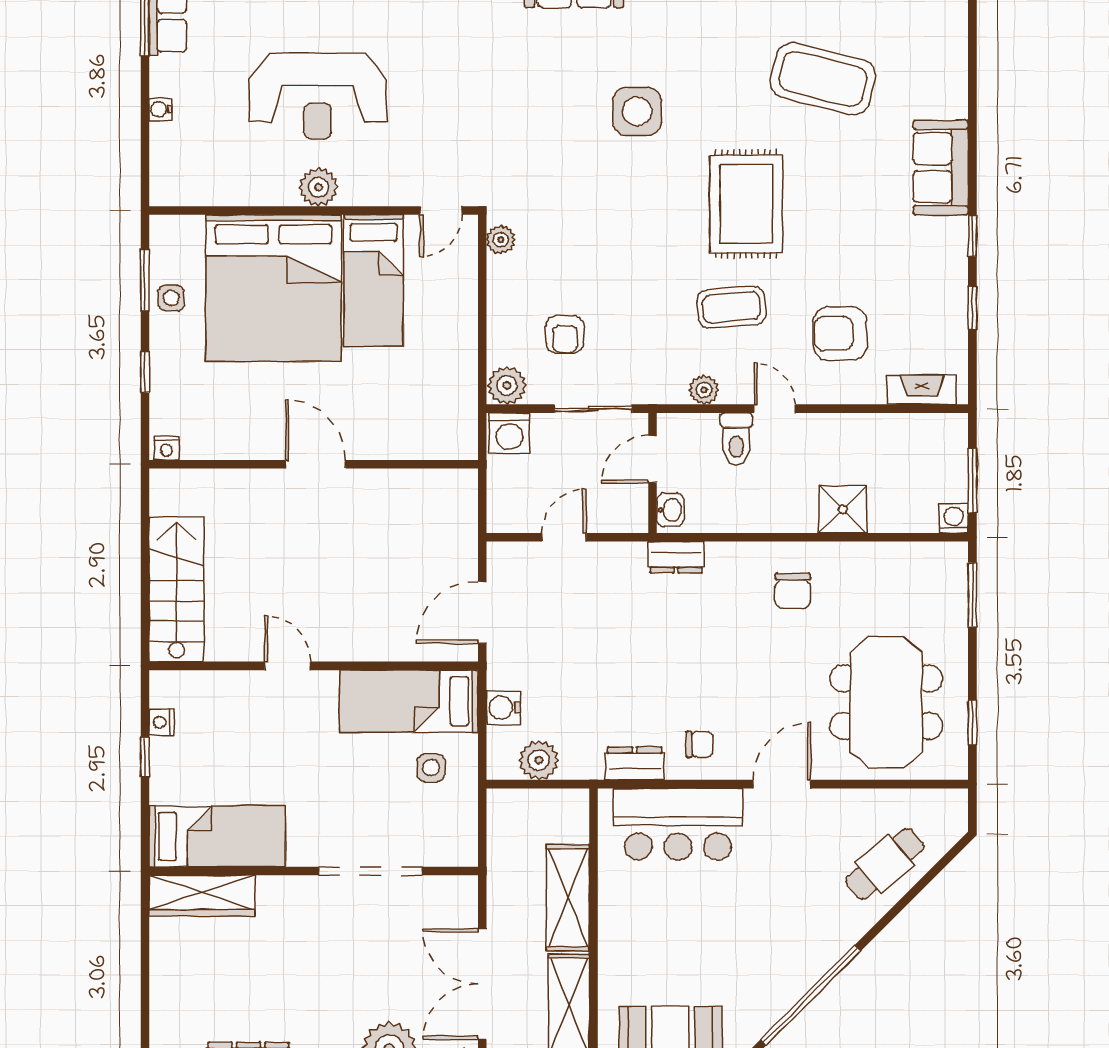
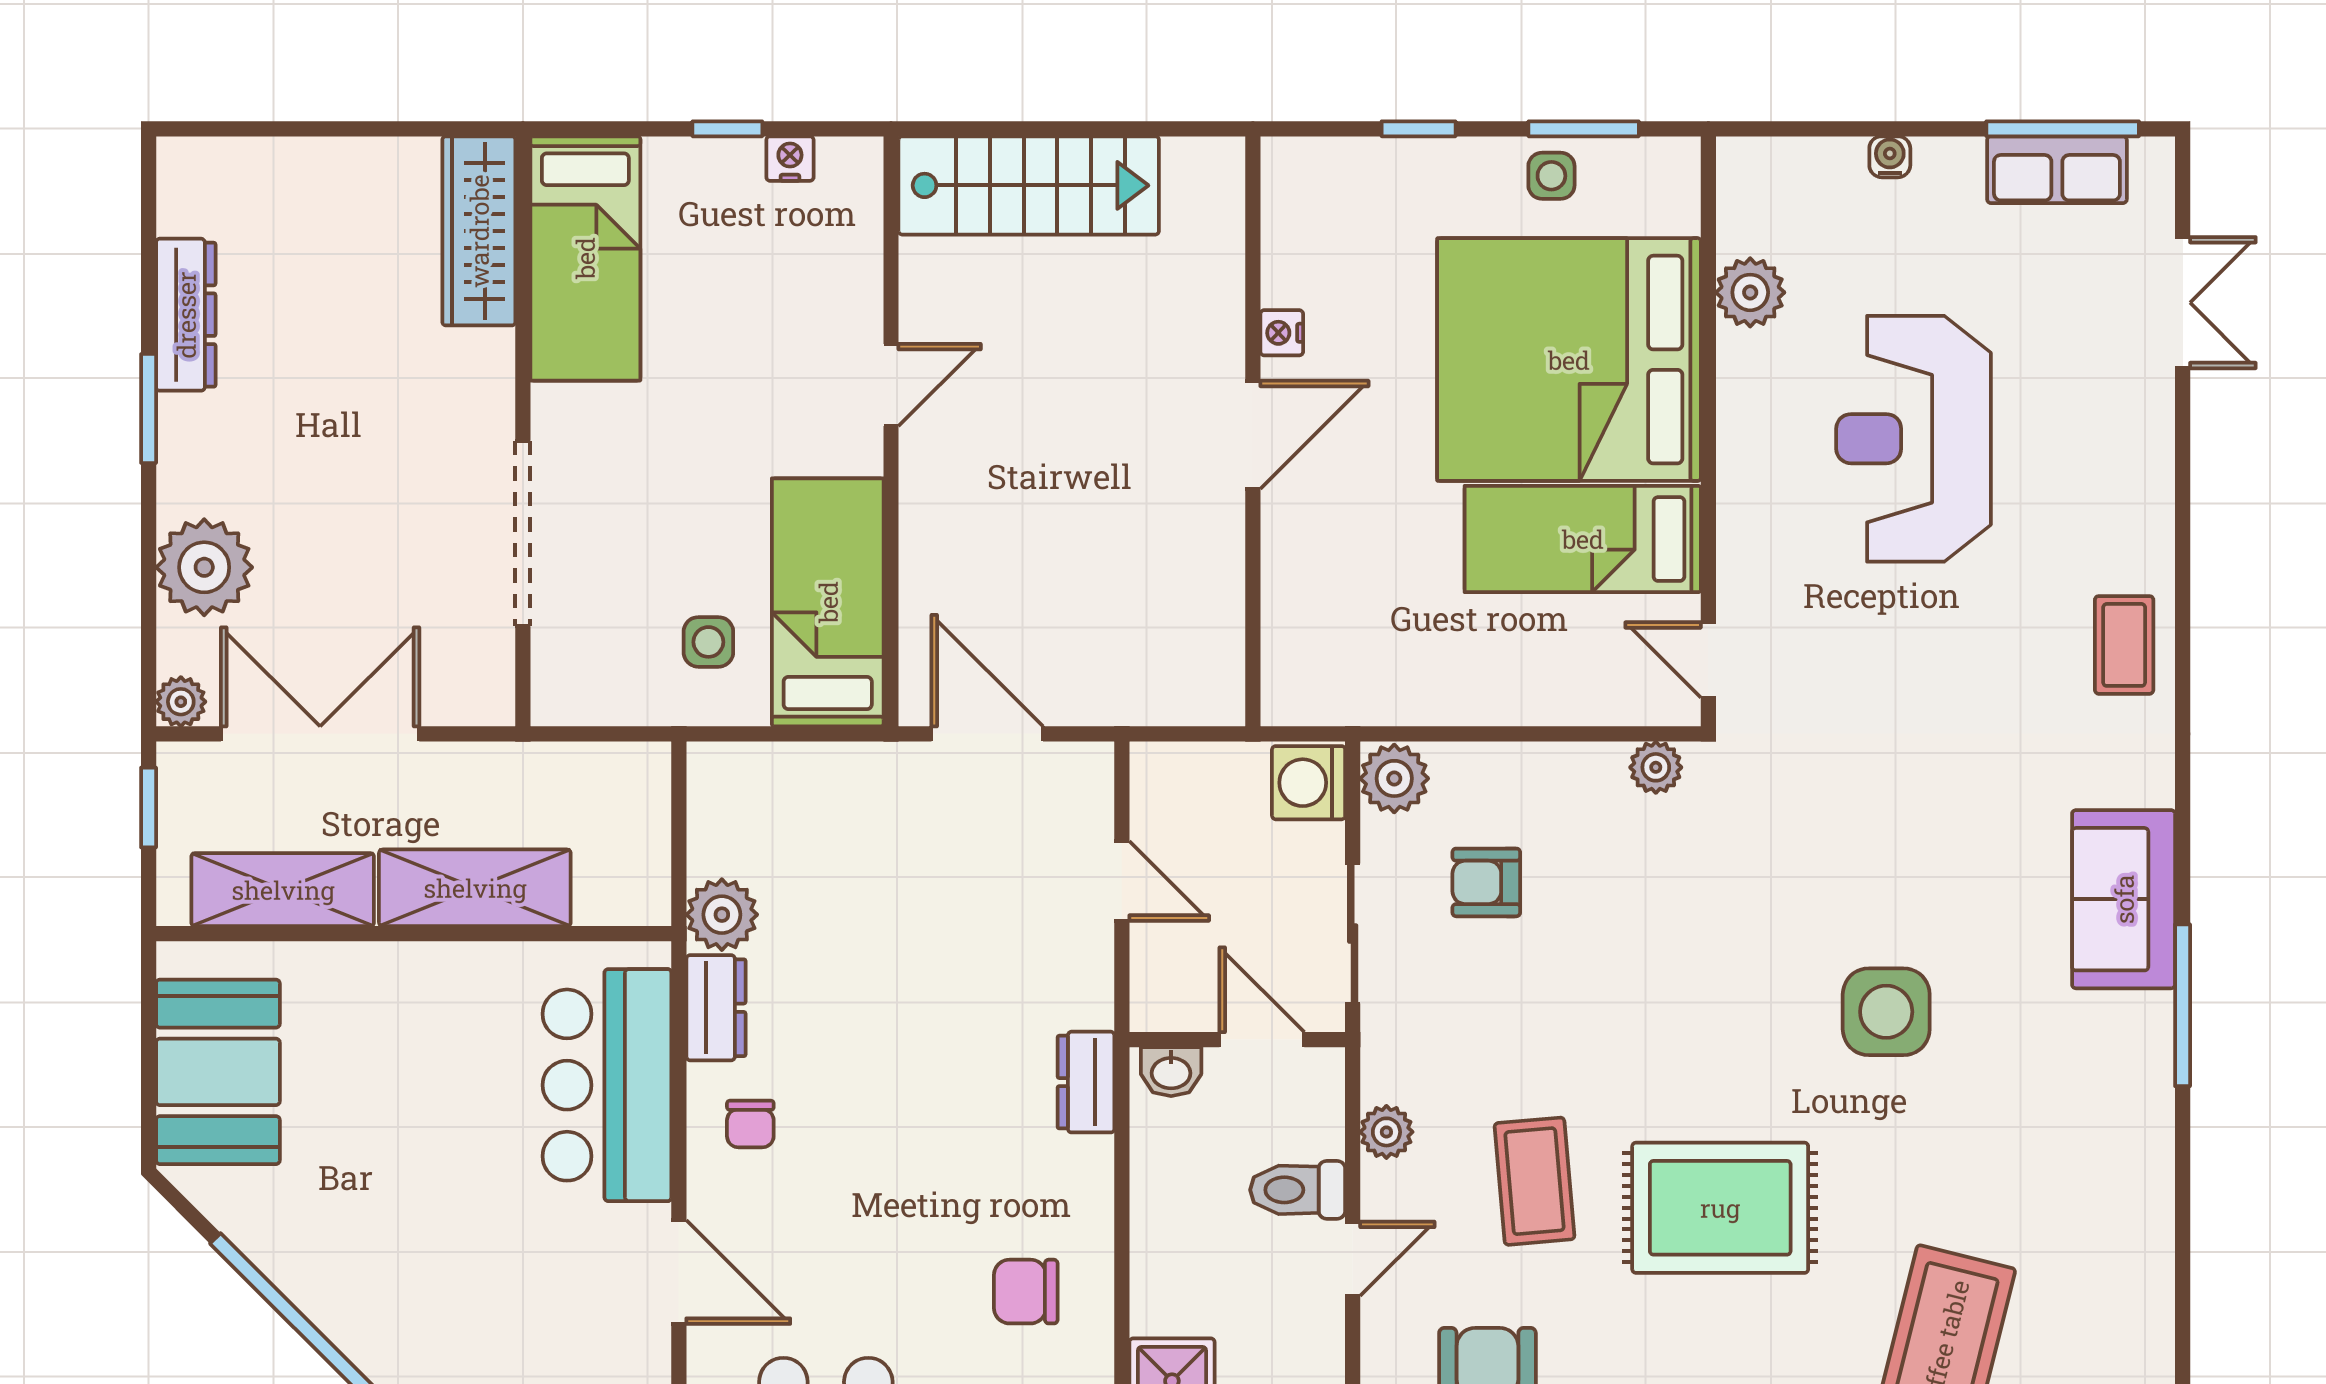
plant: (318, 187) -> (1750, 292), moved
nightstand: (166, 448) -> (1282, 333), moved
water cooler: (503, 708) -> (816, 772), removed
plant: (539, 760) -> (722, 915), moved

